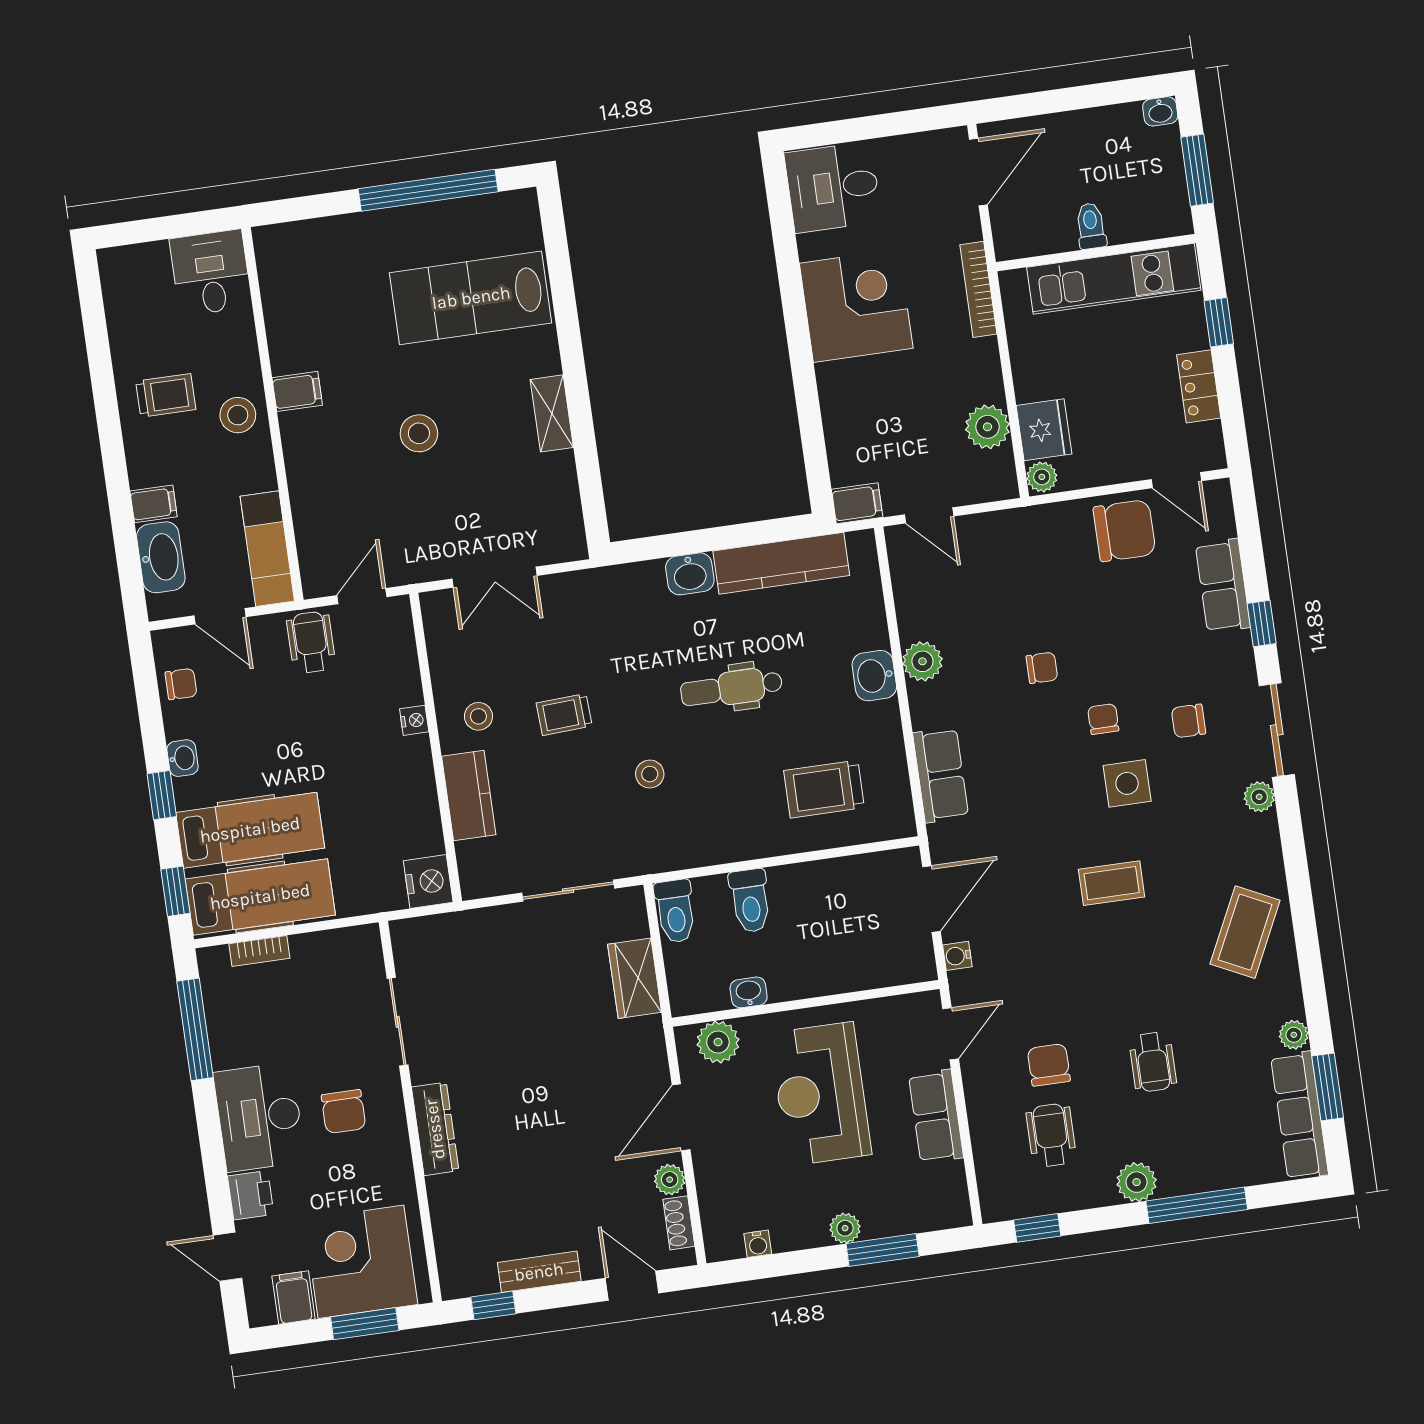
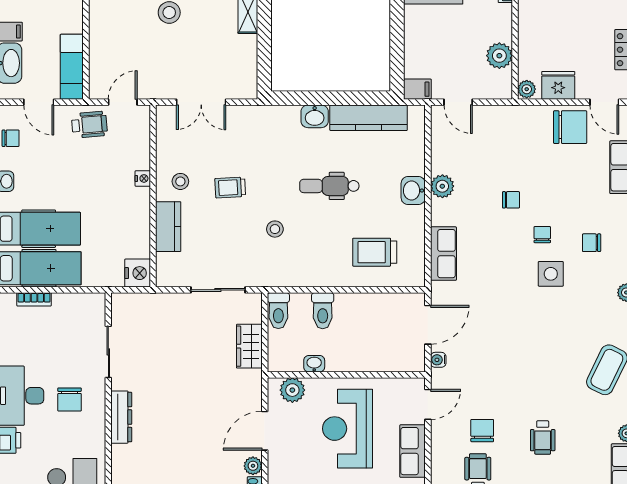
fridge: (1044, 430) -> (558, 85), moved, turned -90
wheelchair: (311, 642) -> (89, 125), turned 85
coffee table: (1112, 883) -> (534, 330), removed

